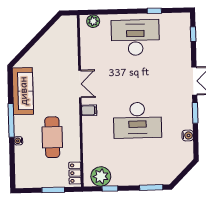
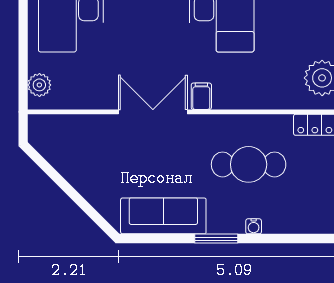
double door: (80, 84) -> (153, 112), width x1.37
window: (11, 120) -> (216, 239), width x0.69

